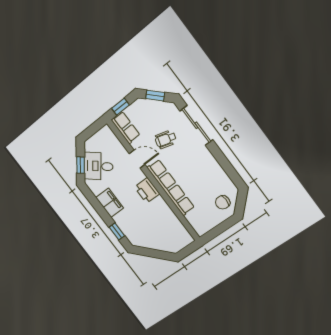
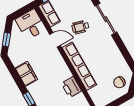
desk: (98, 166) -> (31, 24), moved, turned 51
printer: (147, 190) -> (71, 87), moved

